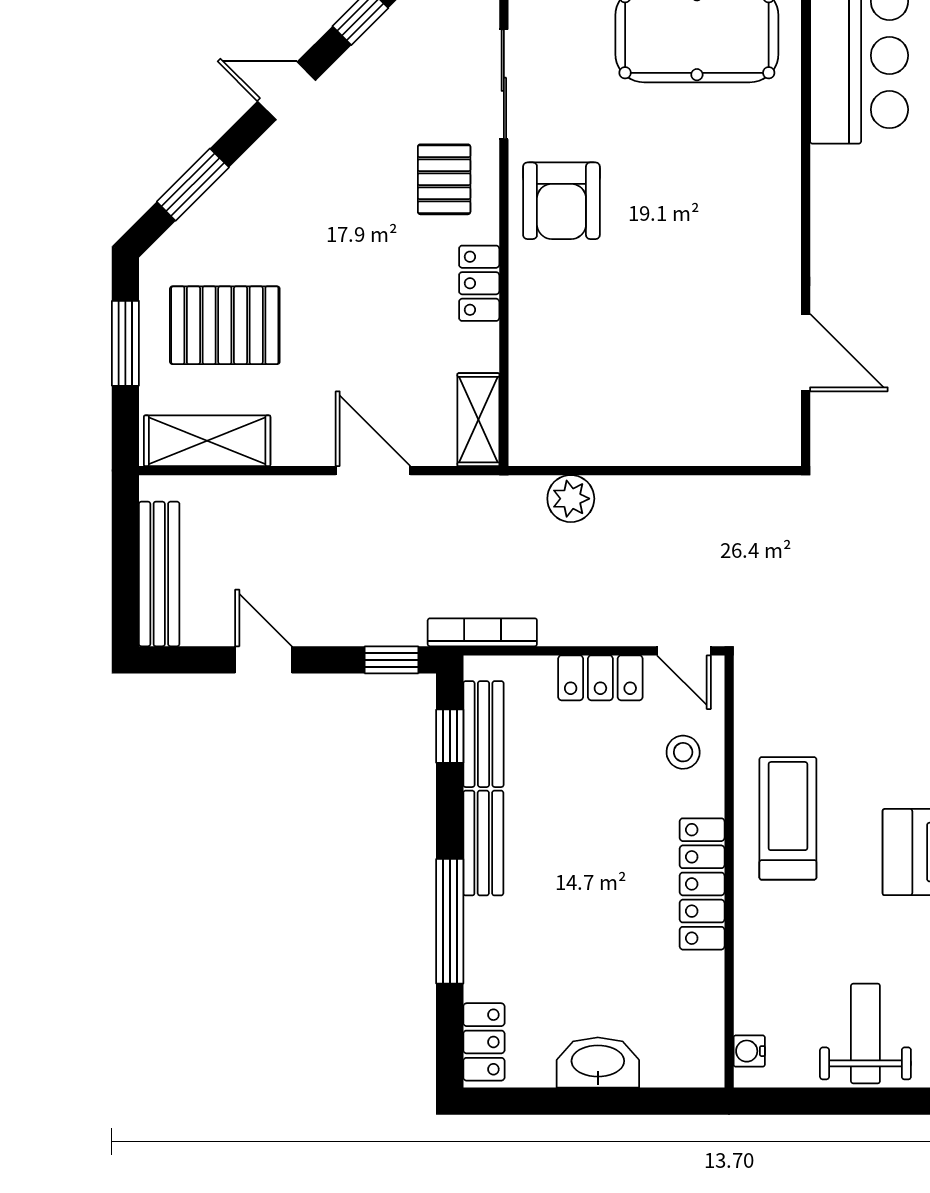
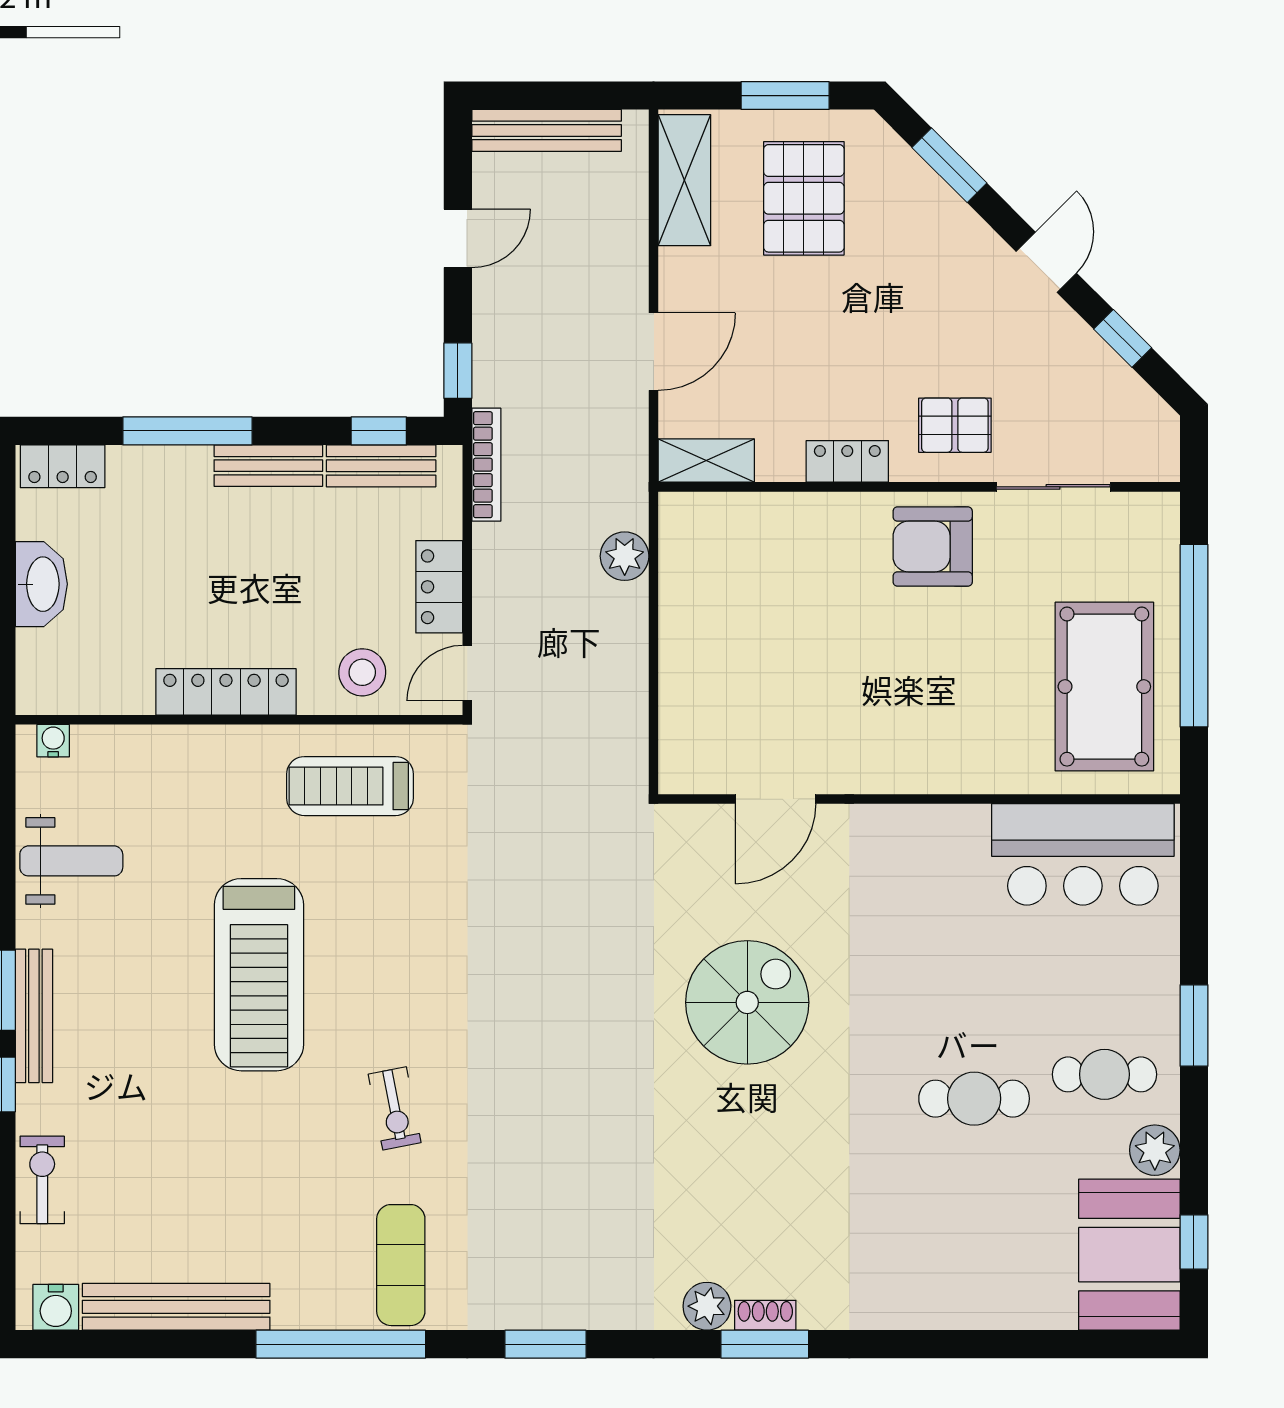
stool: (683, 752) -> (362, 672), width x1.37, depth x1.37
treadmill: (788, 818) -> (350, 786), moved, turned 180

